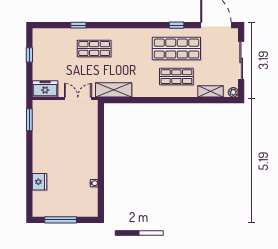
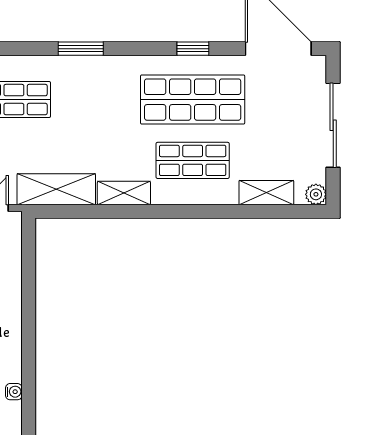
window: (125, 25) -> (81, 49), added
shelving: (145, 92) -> (124, 193), added

